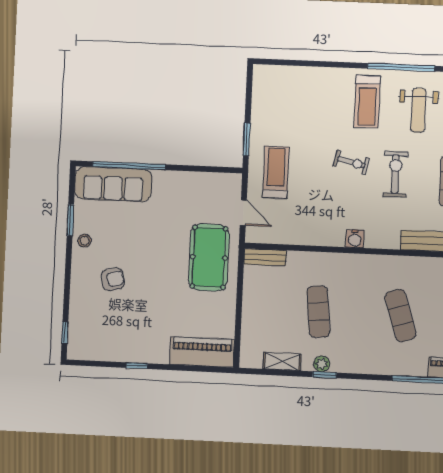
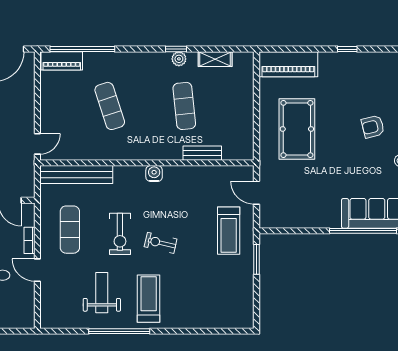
pool table: (209, 257) -> (297, 129), moved
bench: (265, 257) -> (202, 153), moved

